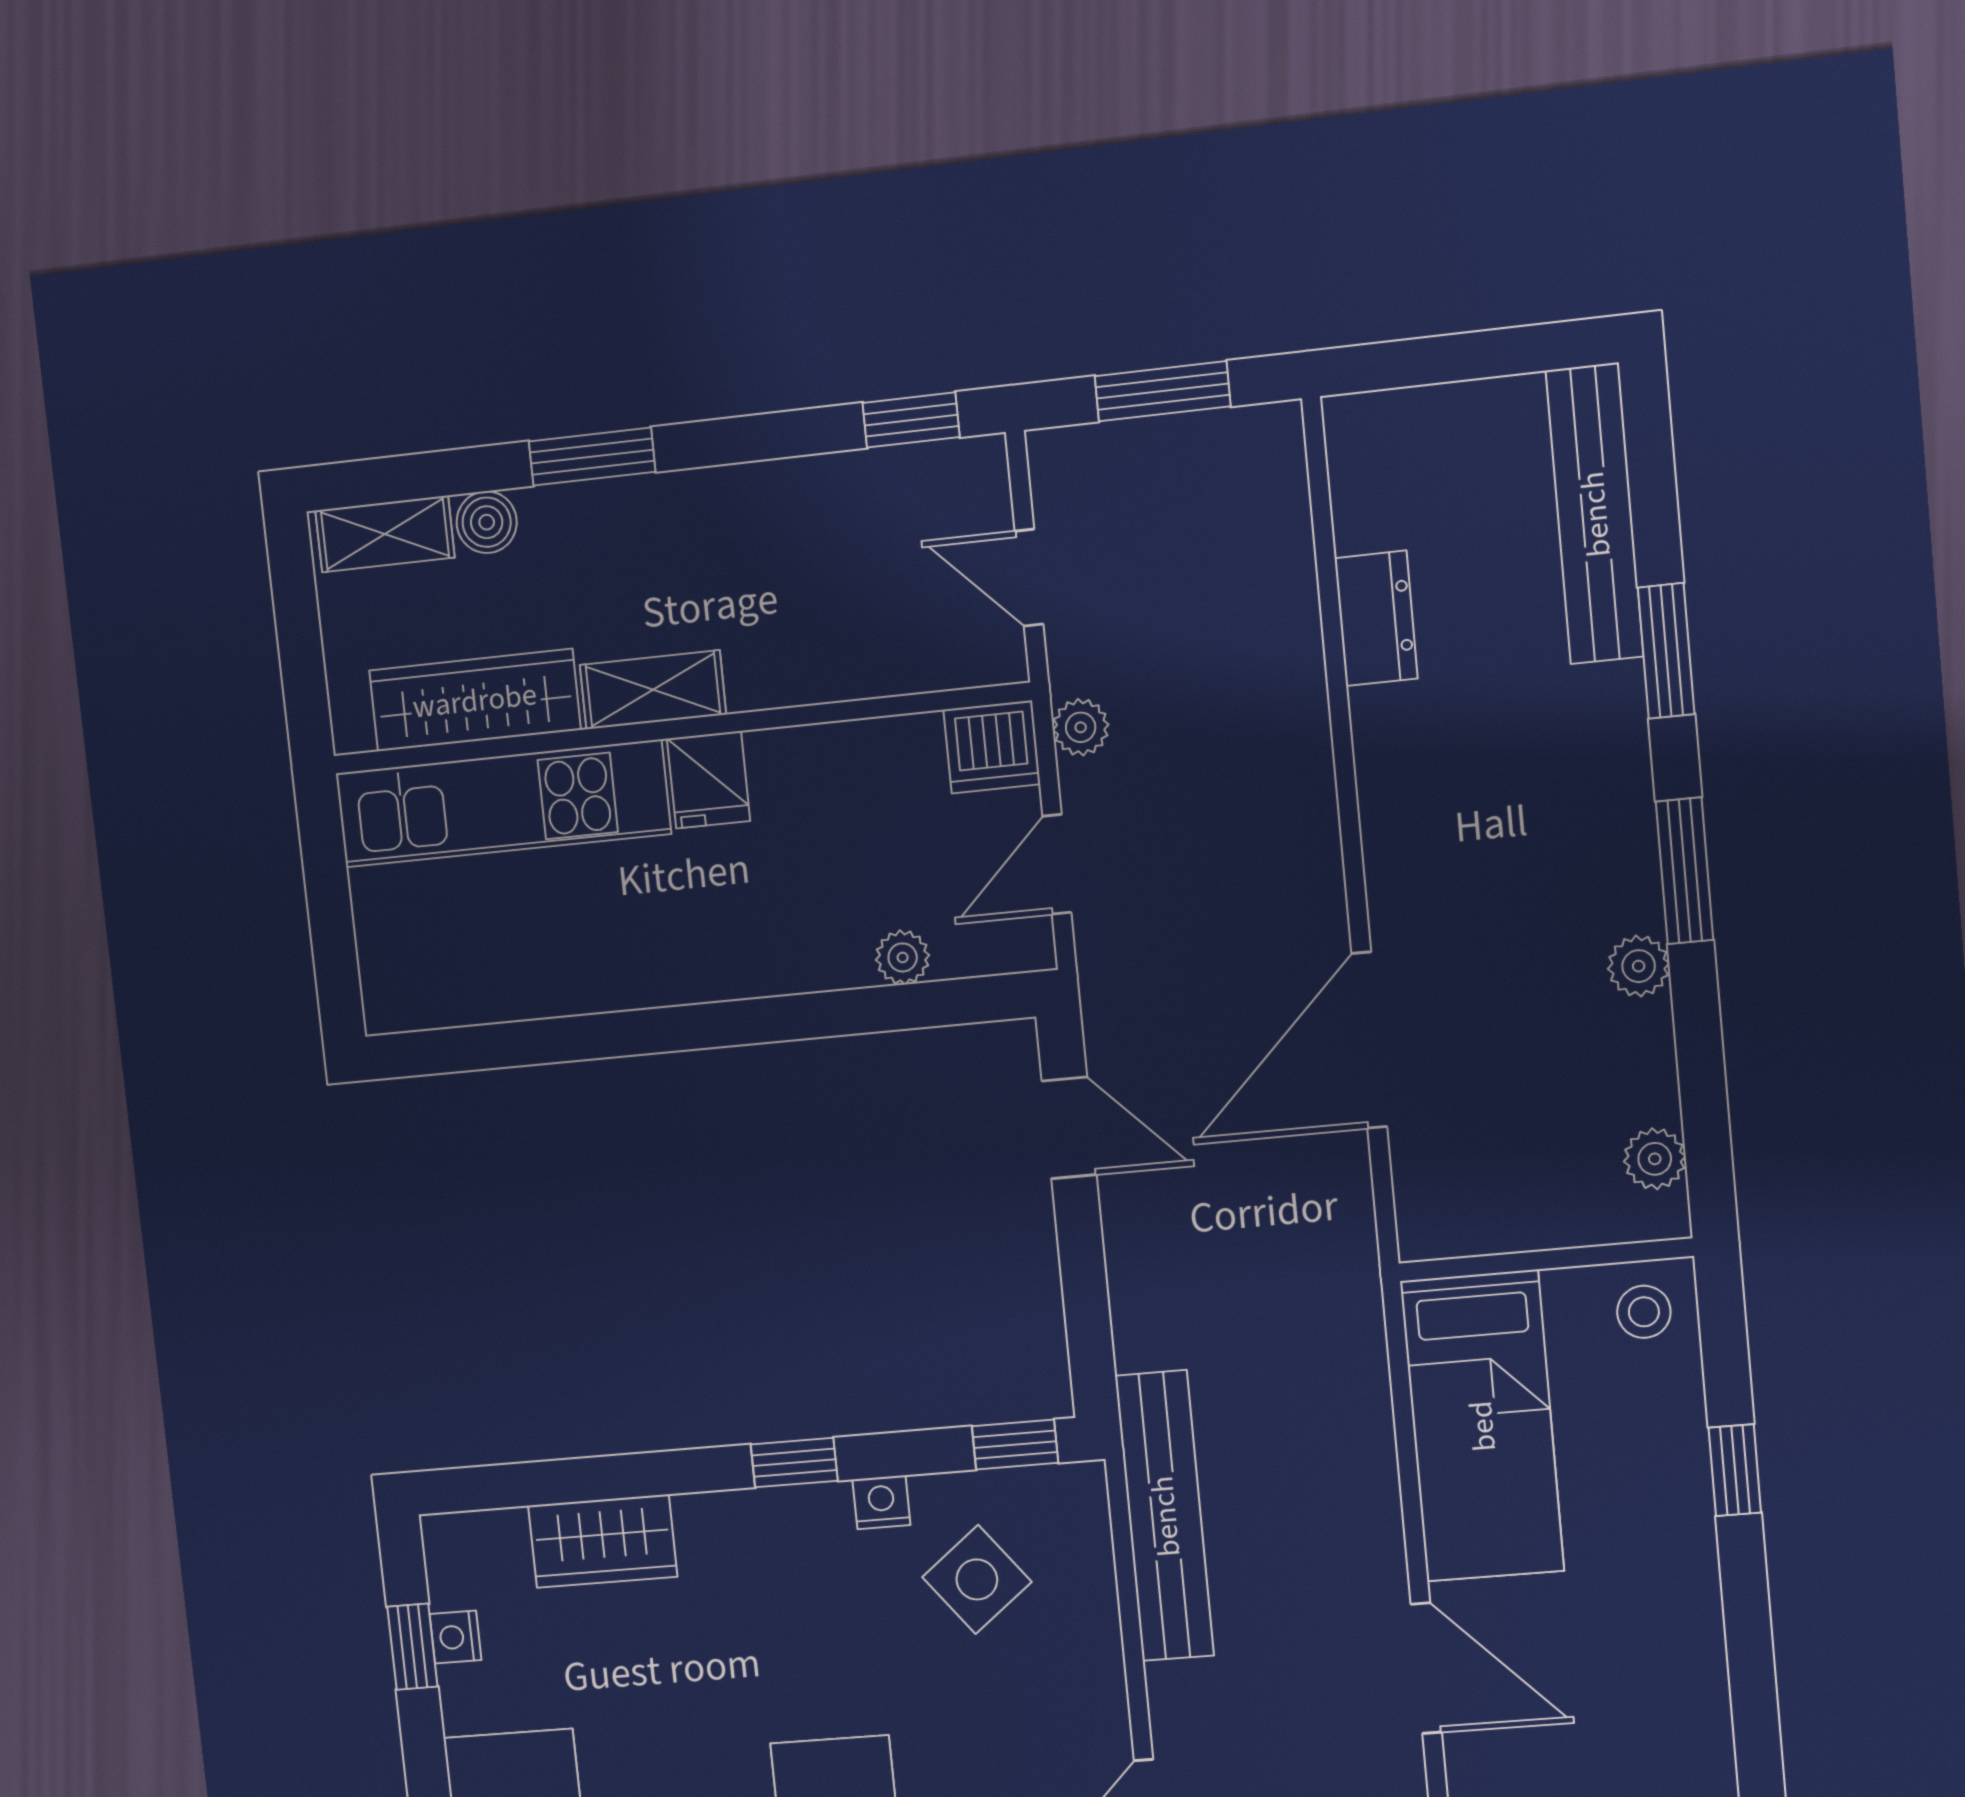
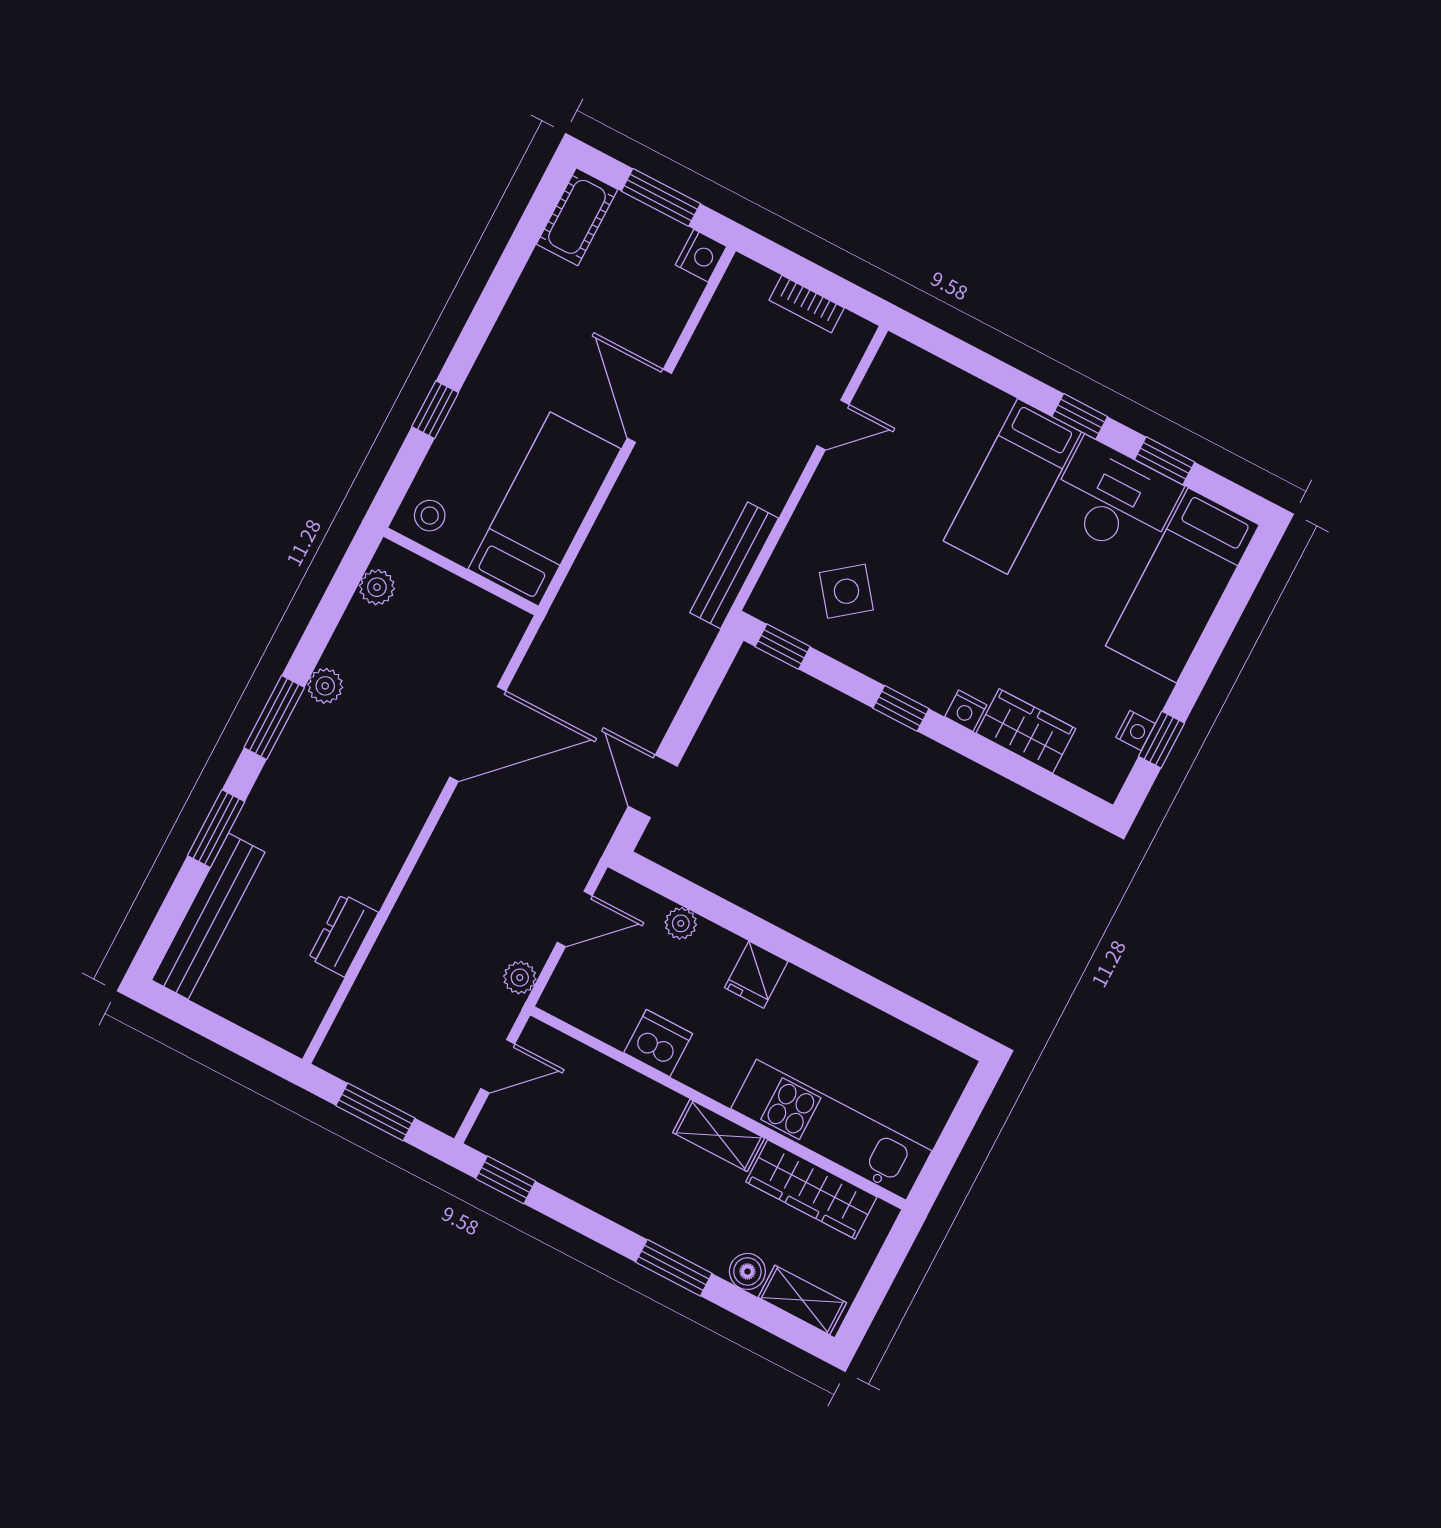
door: (1029, 578) -> (498, 1066), hinge flipped
dishwasher: (992, 747) -> (658, 1043), moved
fridge: (709, 780) -> (756, 975), moved, turned 180
nightstand: (881, 1502) -> (966, 711), moved
bench: (1165, 1516) -> (734, 565), width x0.73, depth x0.82

